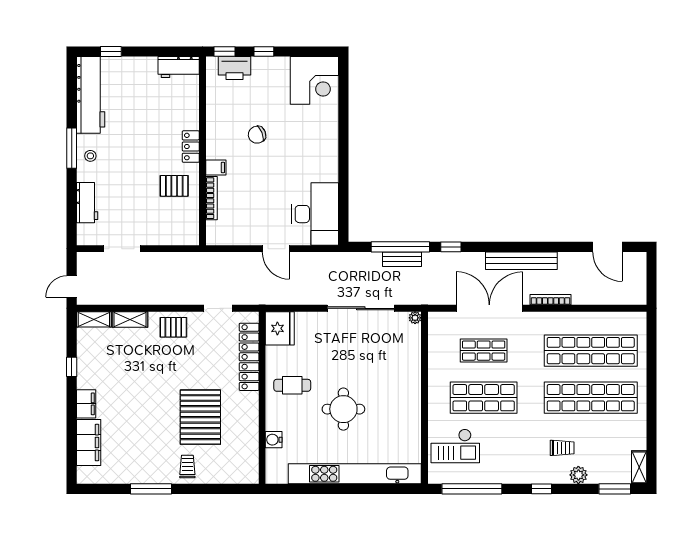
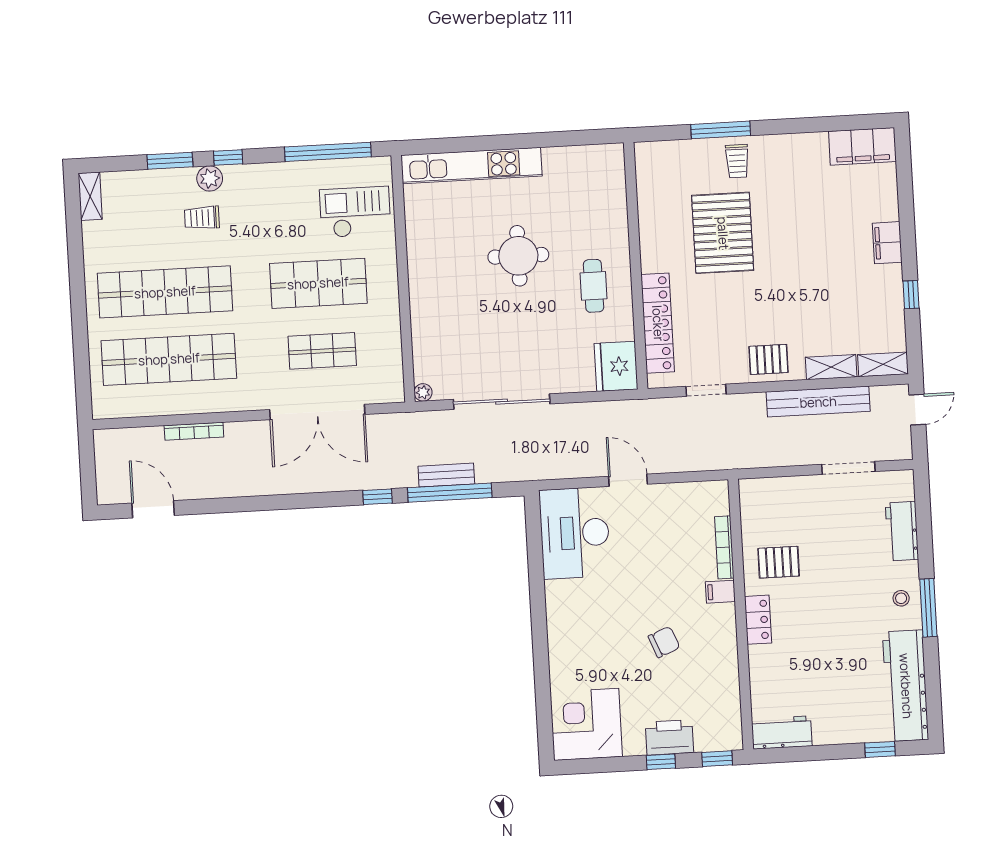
printer: (234, 68) -> (669, 737), moved
bench: (521, 261) -> (818, 402), moved
bookcase: (551, 300) -> (194, 431), moved
cafe table: (292, 385) -> (594, 286), turned 90
water cooler: (274, 440) -> (616, 206), removed
filing cabinet: (89, 443) -> (862, 146), moved, turned -90
kitchen unit: (355, 474) -> (472, 166), width x0.73
plant: (578, 475) -> (210, 178), moved
window: (151, 489) -> (721, 130), moved
window: (615, 489) -> (170, 161), moved

